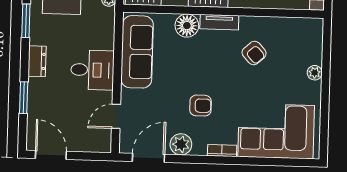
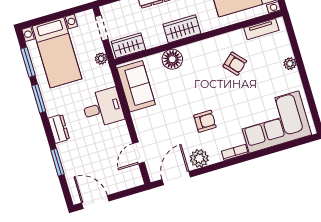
tv unit: (219, 22) -> (261, 29), moved
sofa: (137, 52) -> (136, 86), width x0.73
desk: (92, 70) -> (103, 108), moved

